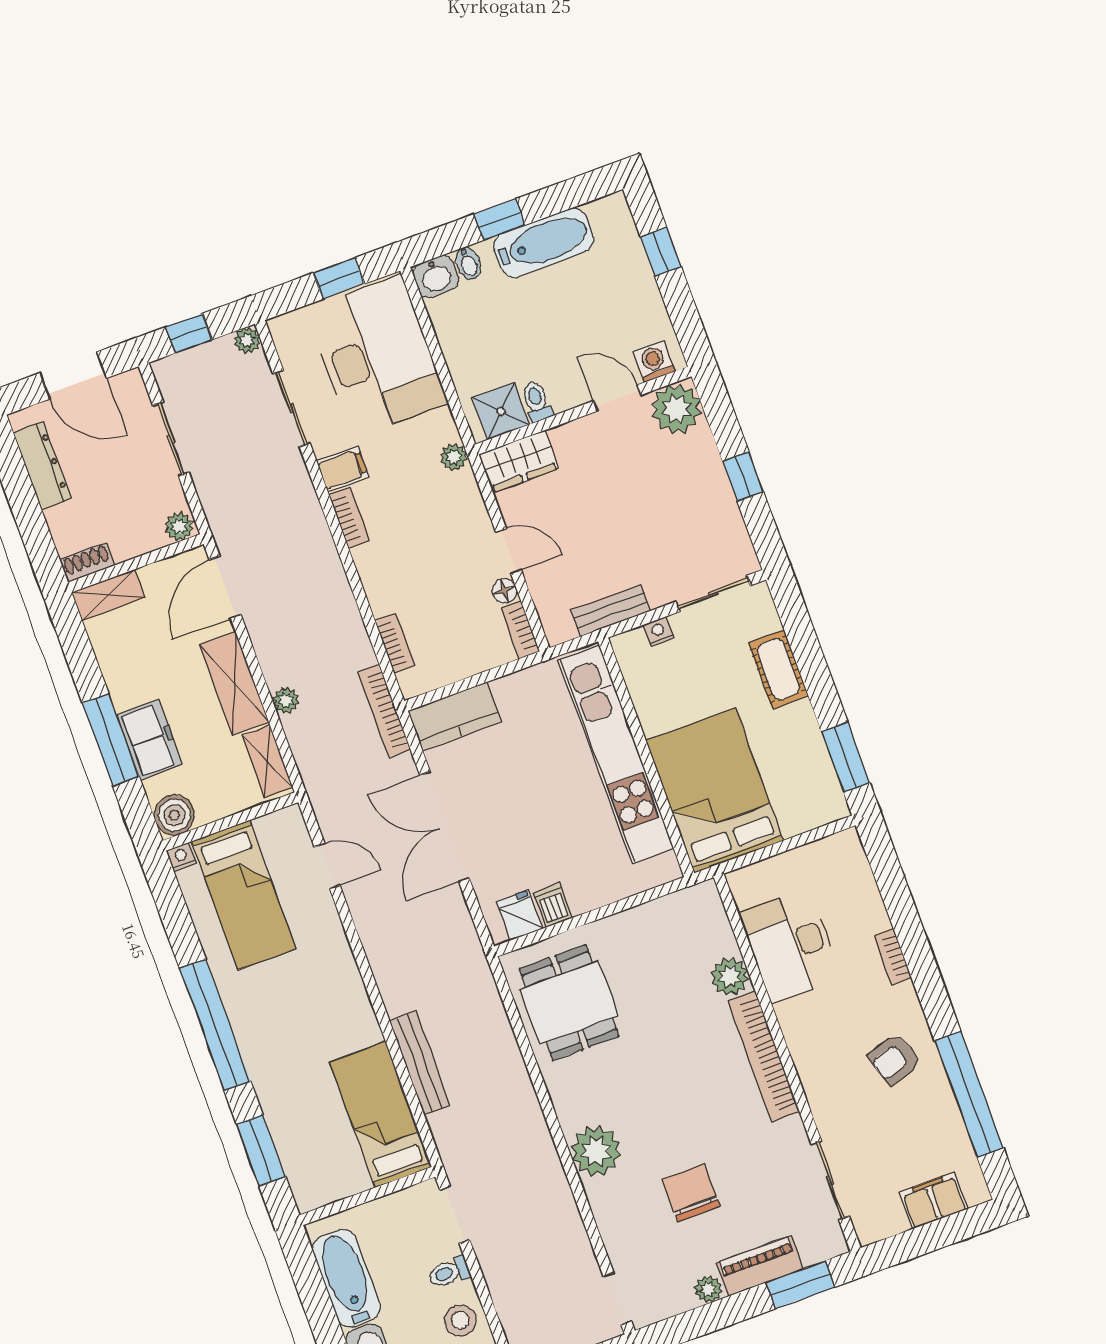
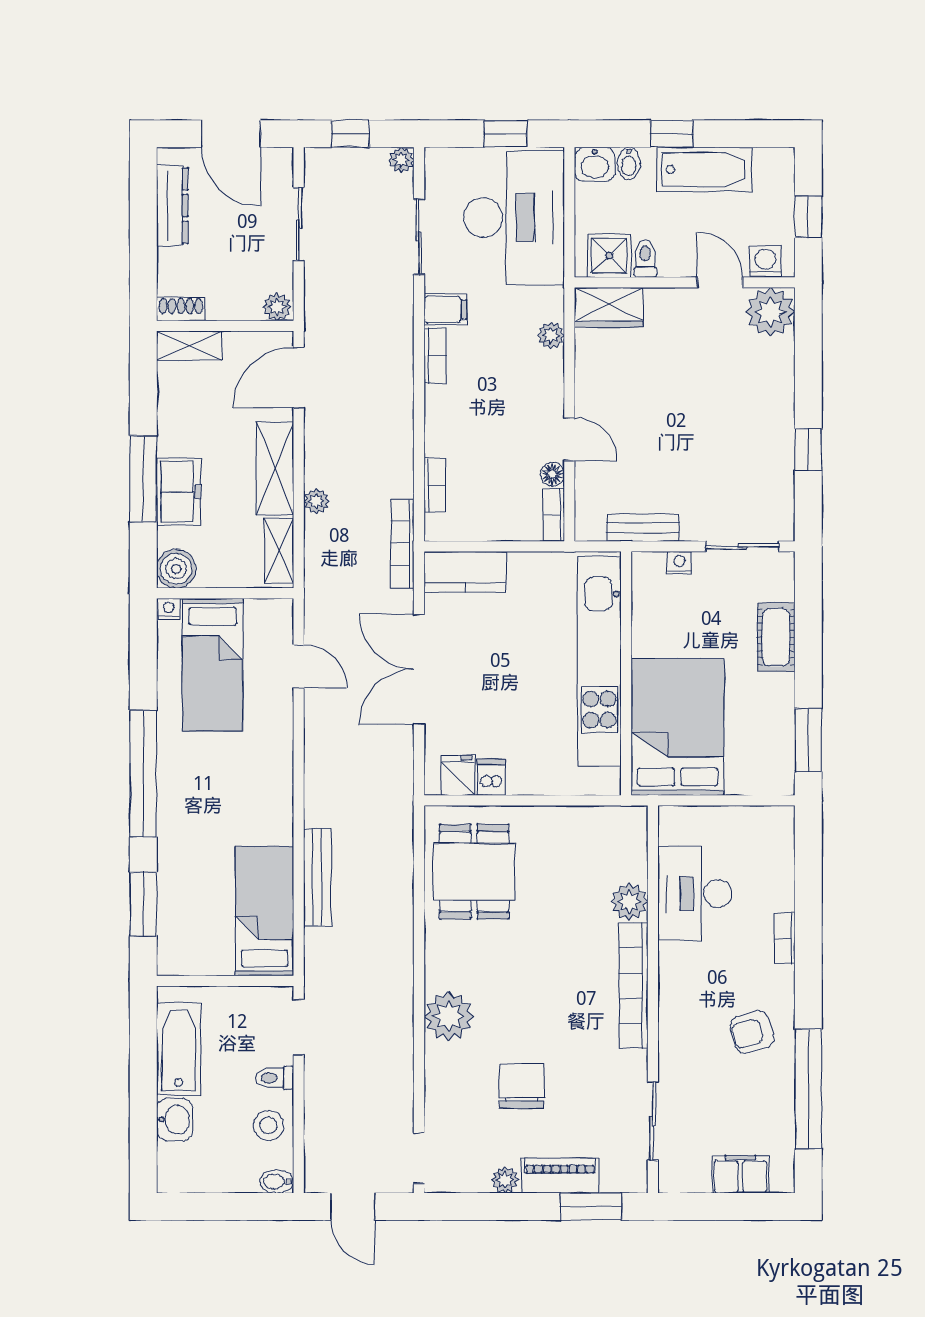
washing machine: (654, 362) -> (765, 262), moved
door: (617, 398) -> (720, 282), moved
toilet: (537, 401) -> (645, 259), moved
plant: (677, 409) -> (770, 312), moved
wall: (583, 410) -> (685, 282), moved
shower: (501, 411) -> (609, 256), moved
wardrobe: (519, 461) -> (609, 307), moved

